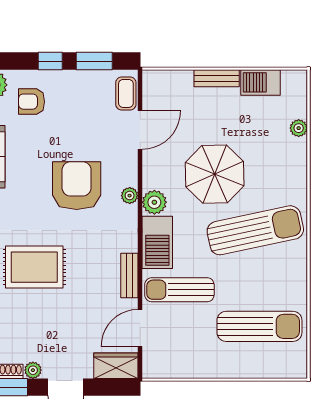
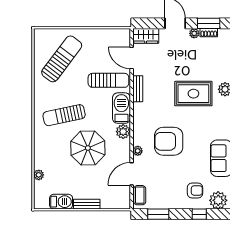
window: (50, 61) -> (199, 214), moved
armchair: (77, 186) -> (169, 141), turned 90
plant: (130, 196) -> (138, 151), moved
sun lounger: (255, 230) -> (64, 115), width x0.73, depth x0.75
sun lounger: (259, 326) -> (62, 59), turned 127
door: (140, 328) -> (132, 58), swing flipped

